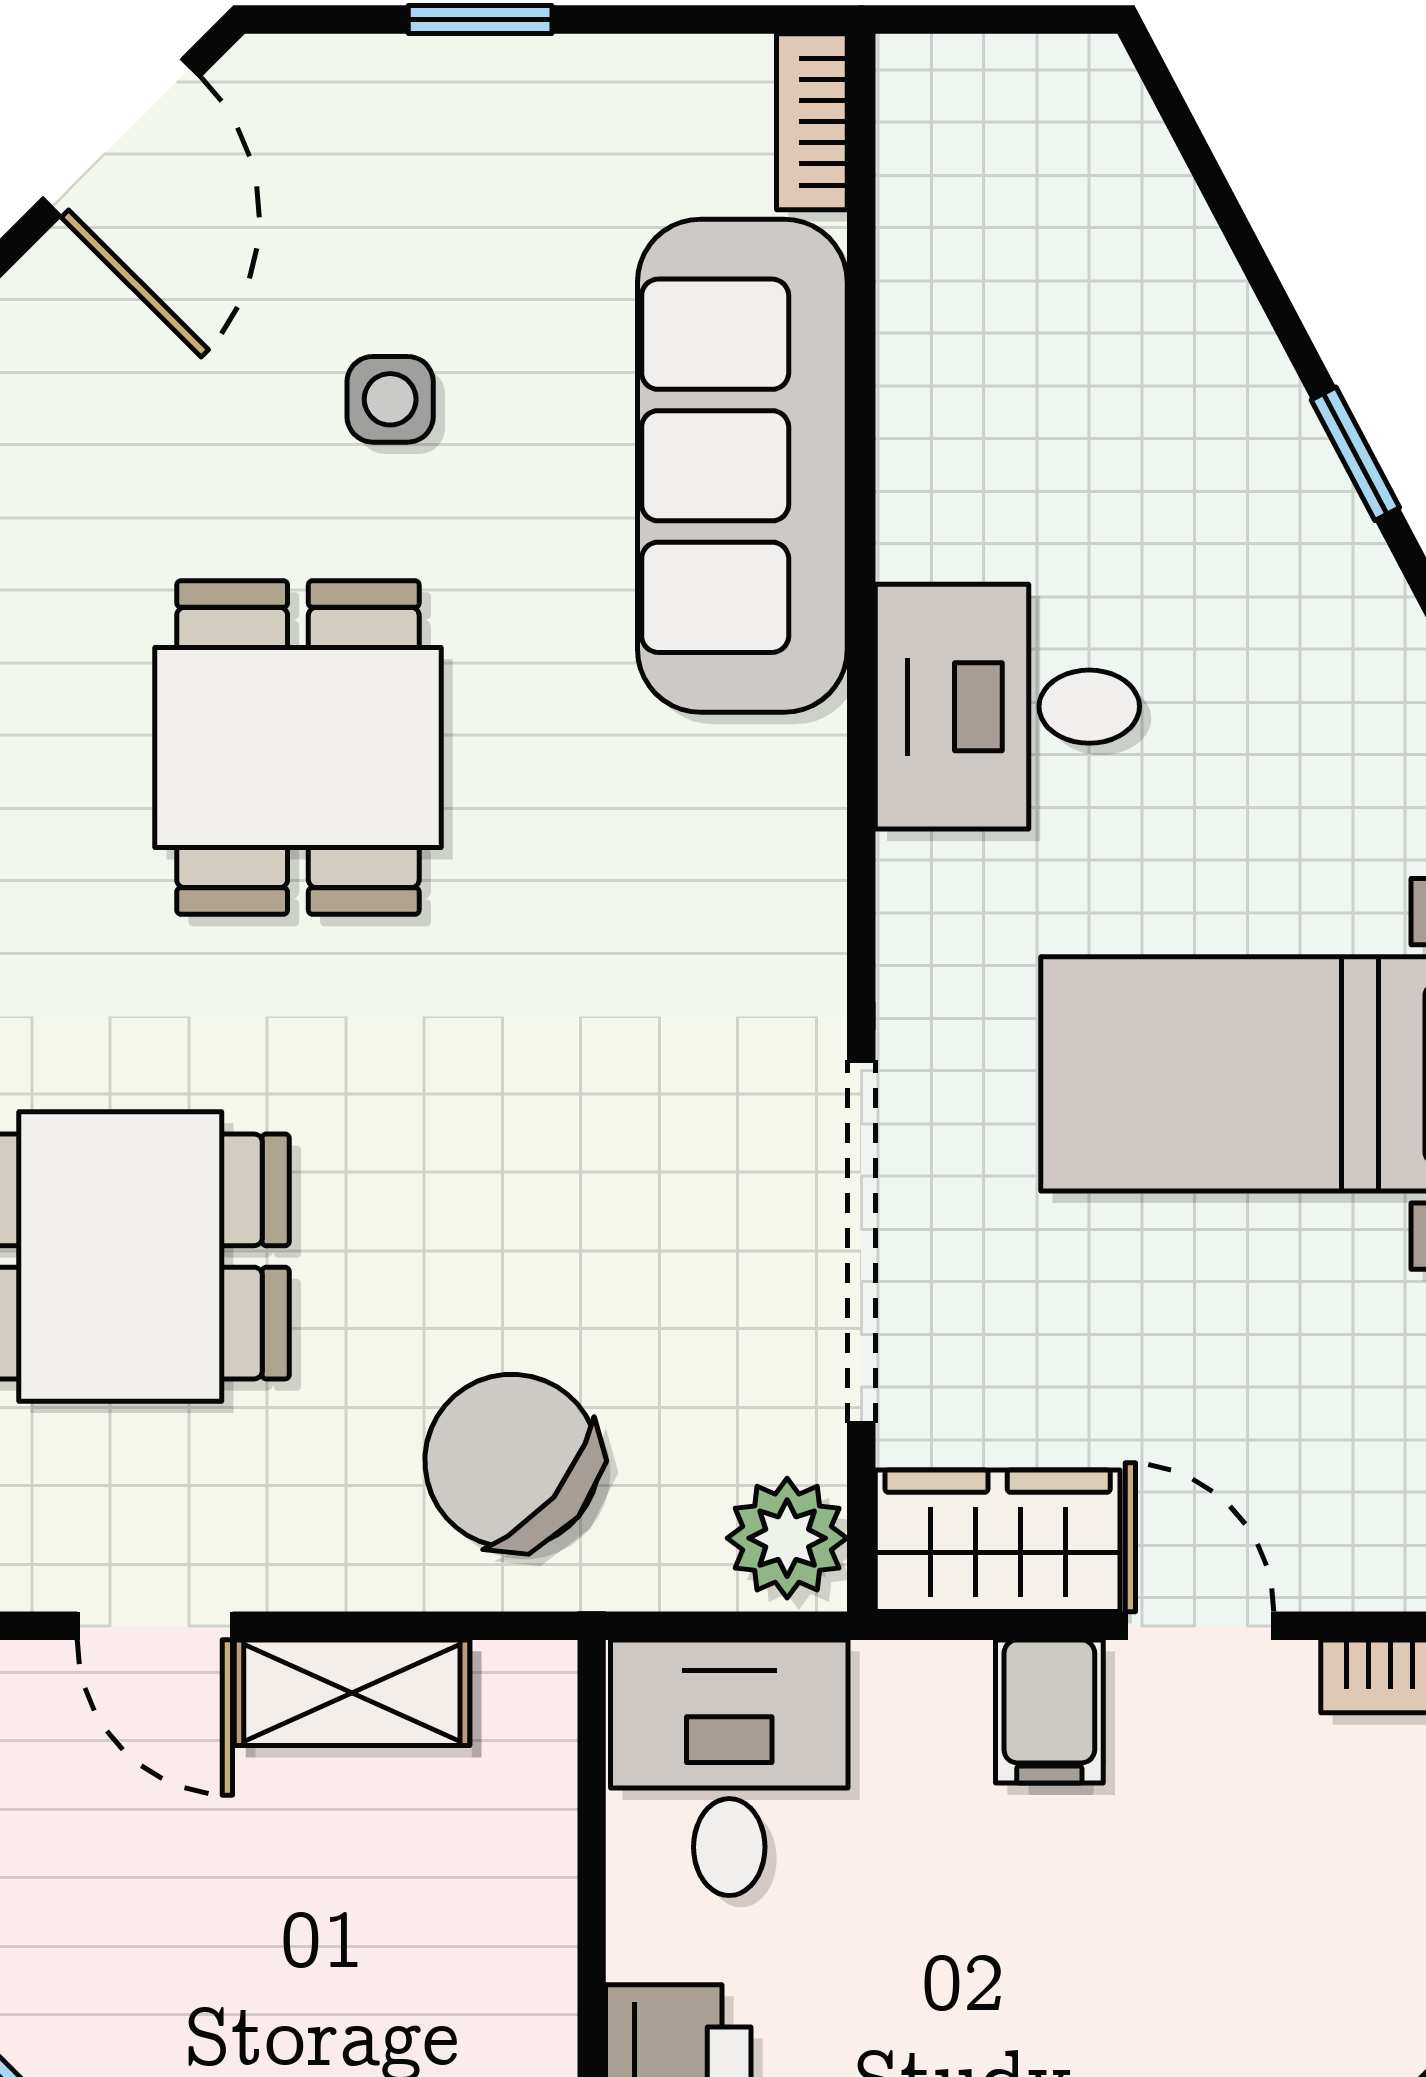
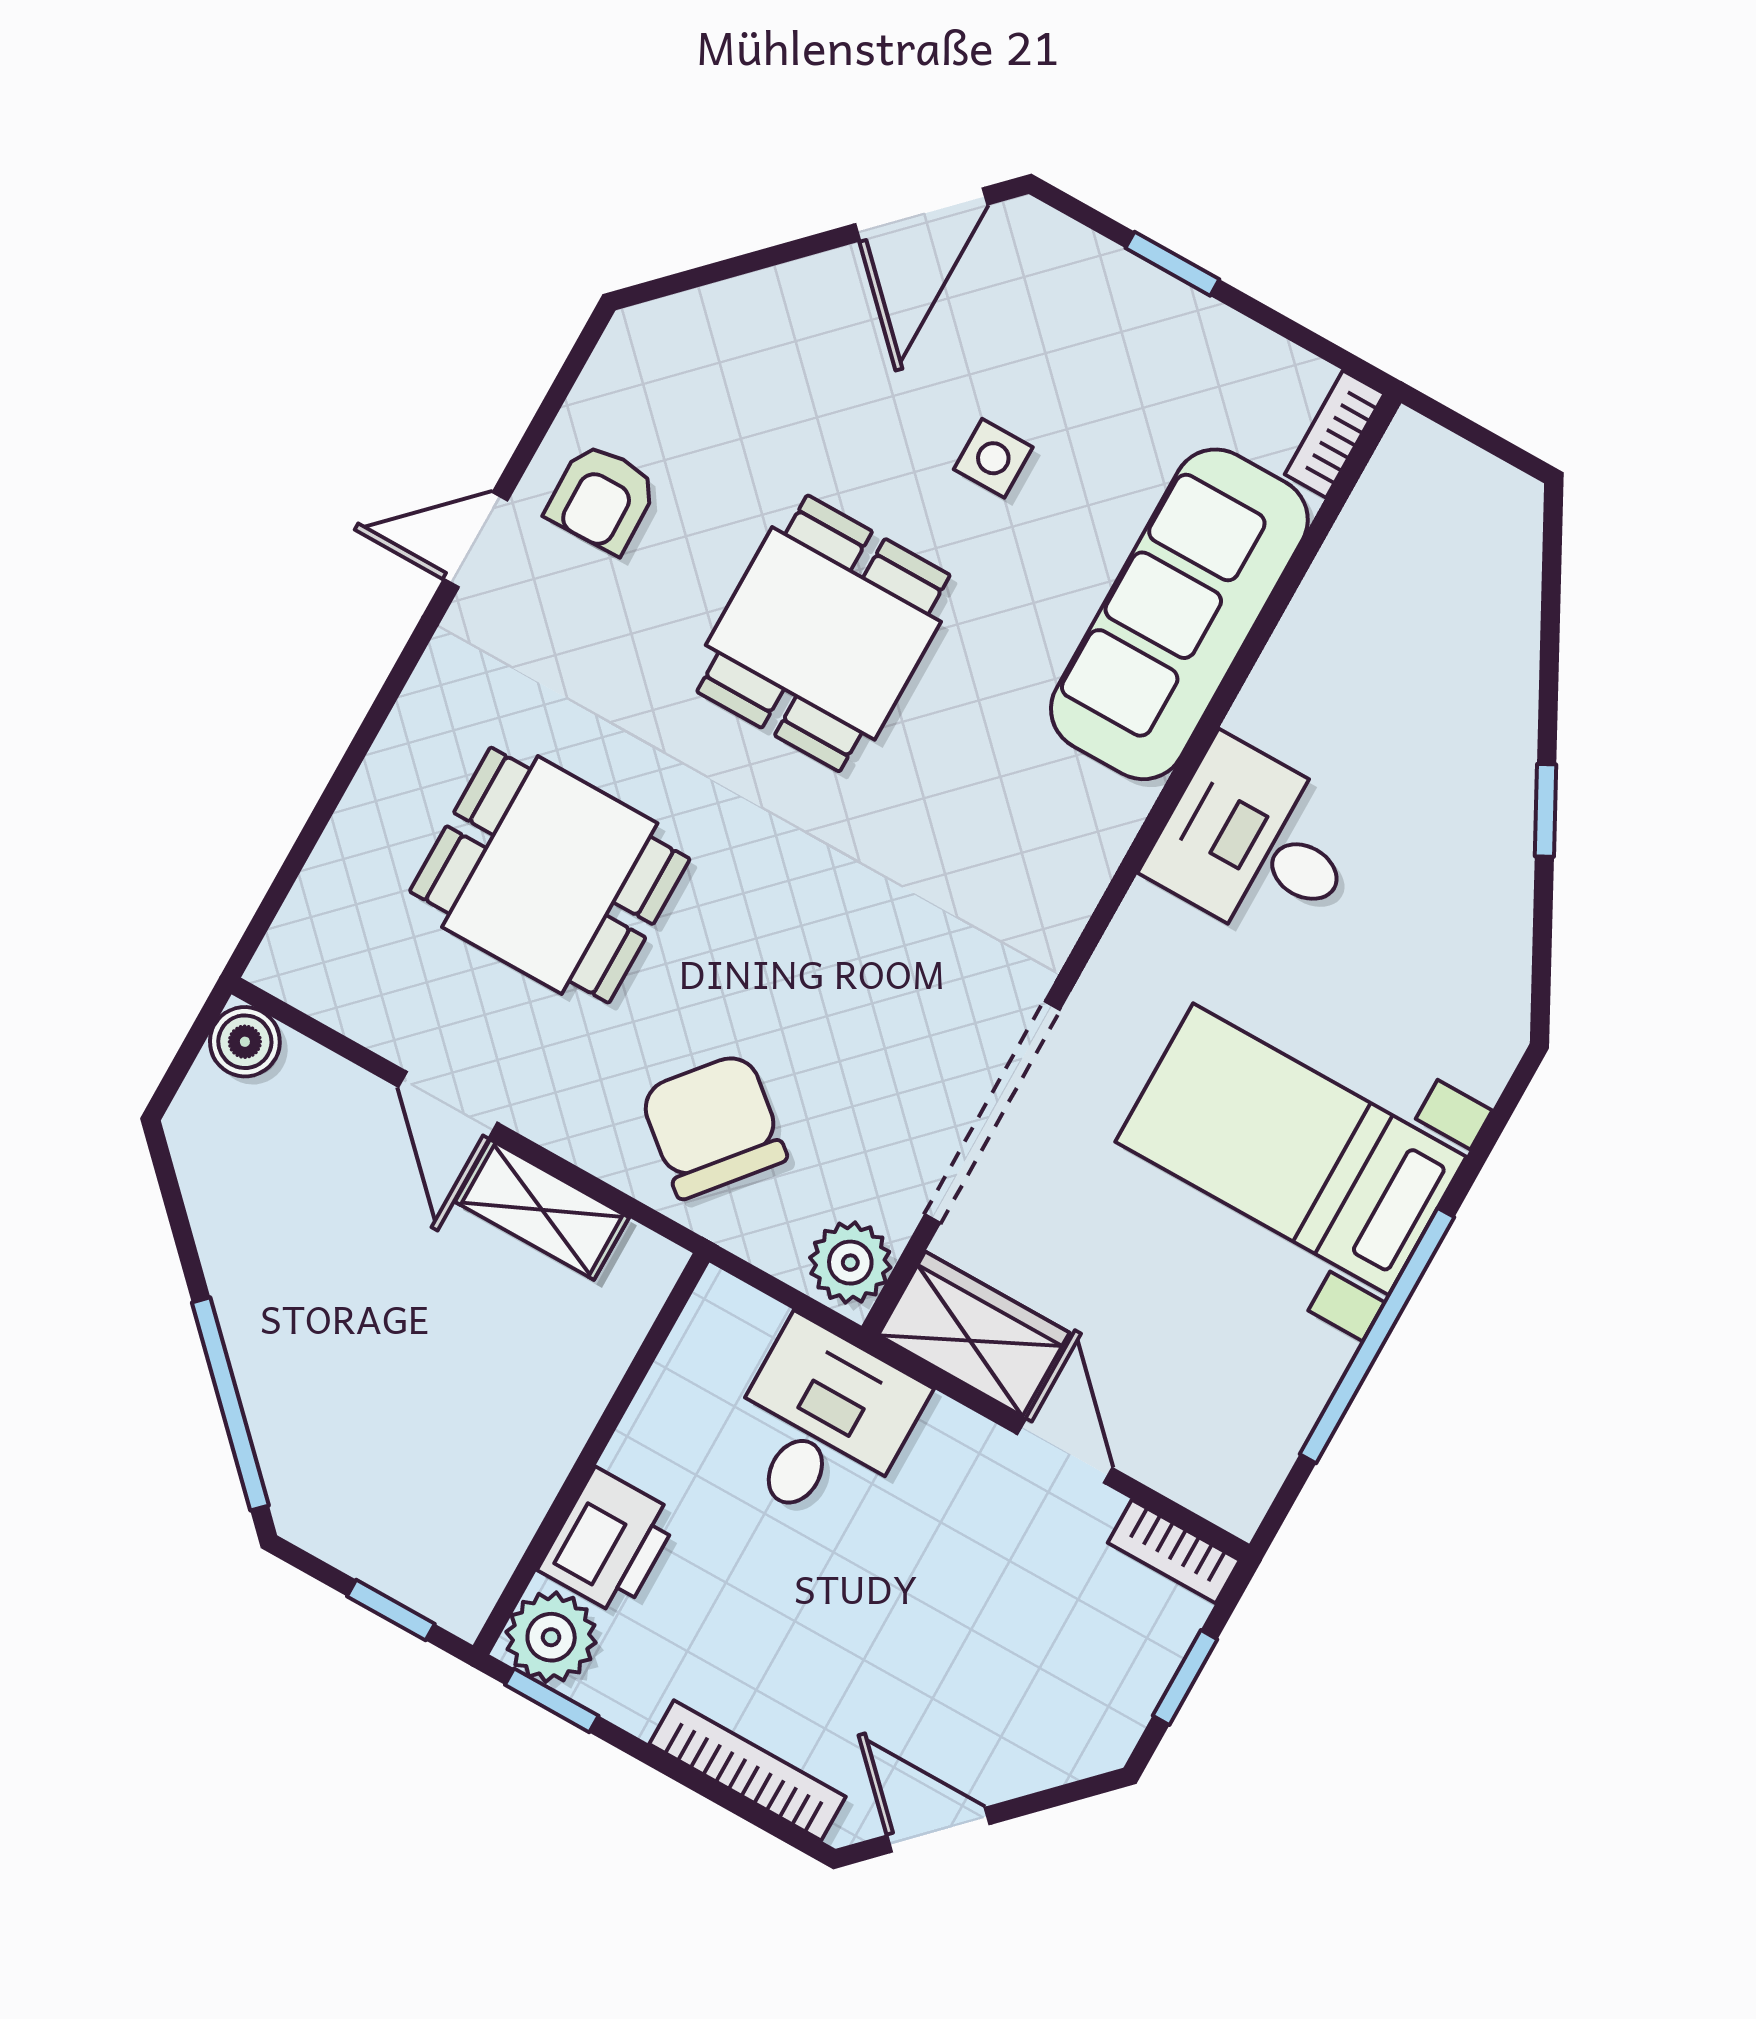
filing cabinet: (1049, 1711) -> (948, 1452), removed
desk: (729, 1768) -> (822, 1425), moved

